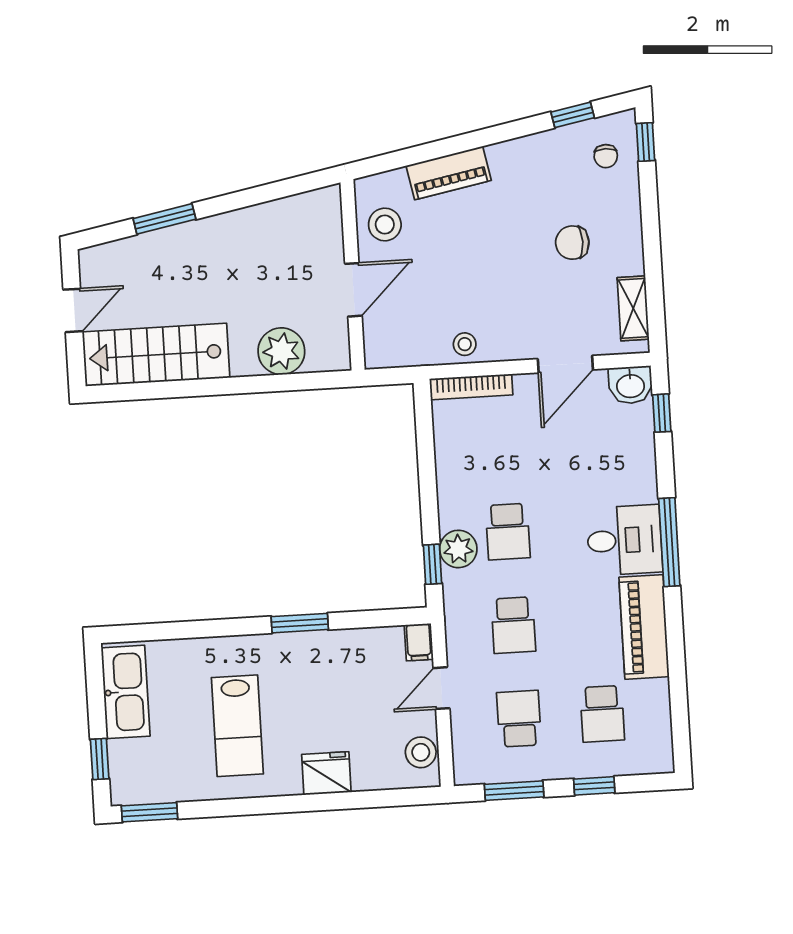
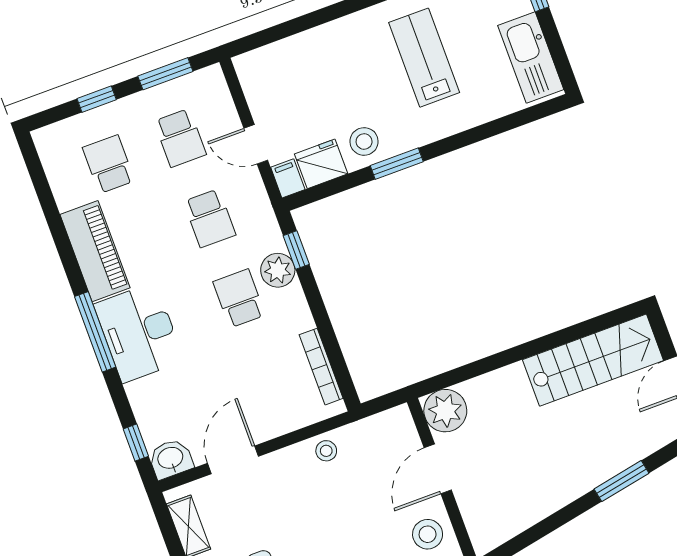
plant: (281, 351) -> (445, 411), moved
bookcase: (471, 387) -> (321, 367), moved, turned -90
desk: (624, 540) -> (139, 333), width x1.37
school desk: (513, 625) -> (210, 218), turned 180
door: (441, 688) -> (256, 144), swing flipped
stool: (421, 752) -> (364, 141), moved
fridge: (326, 773) -> (321, 164), moved, turned 180

